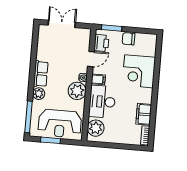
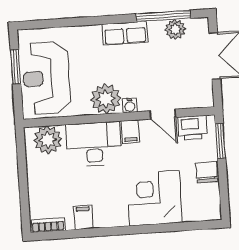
plant: (39, 94) -> (175, 29), moved
filing cabinet: (144, 114) -> (83, 217), width x0.50
window: (29, 117) -> (163, 16), moved

